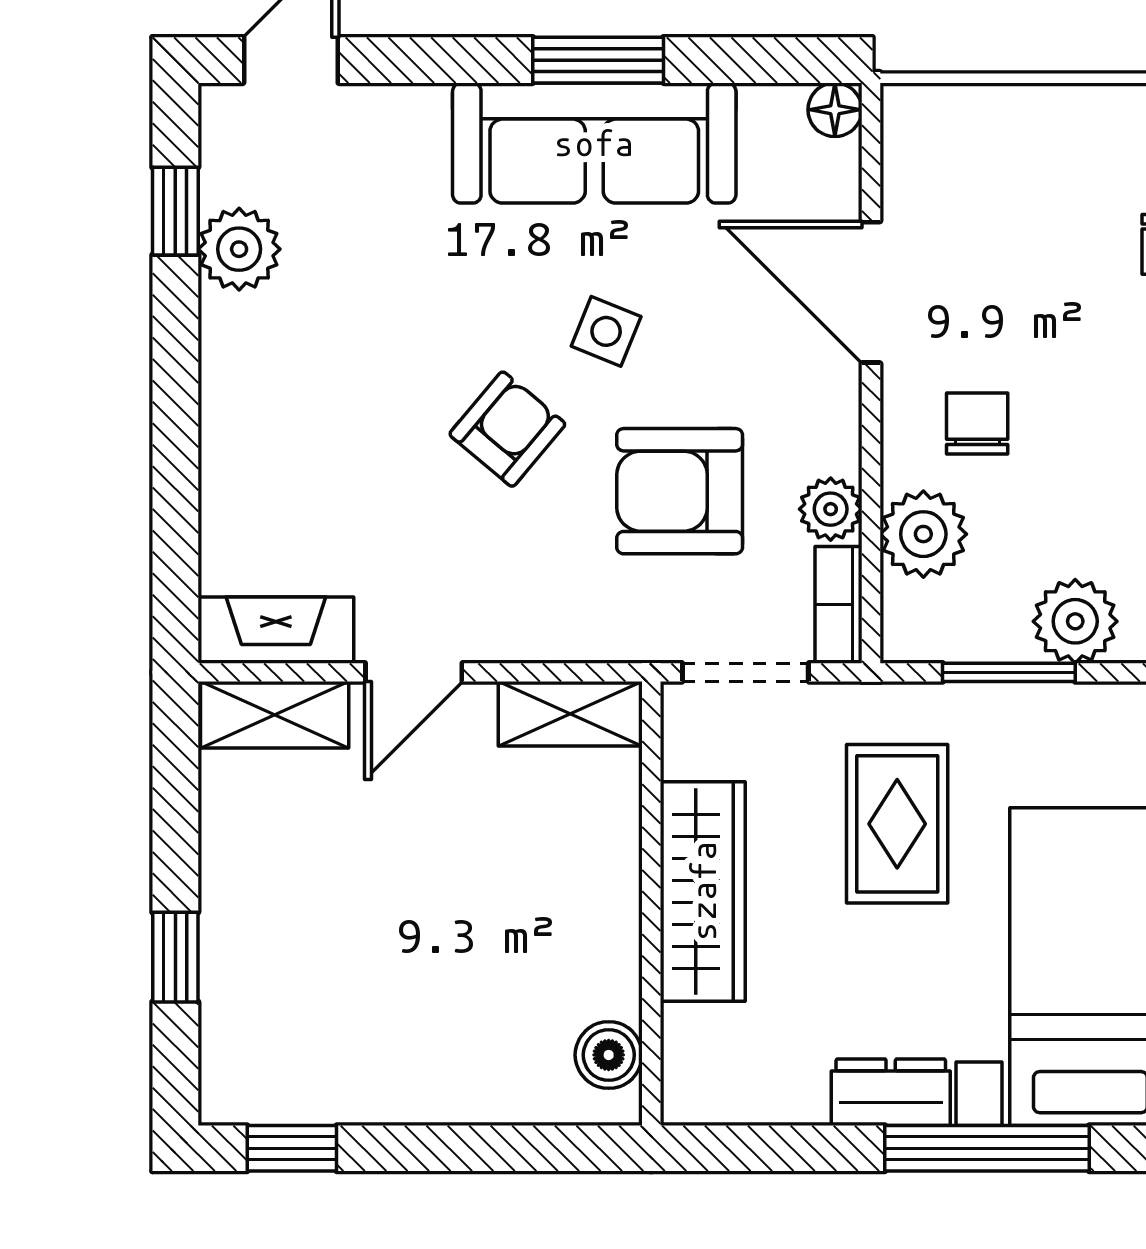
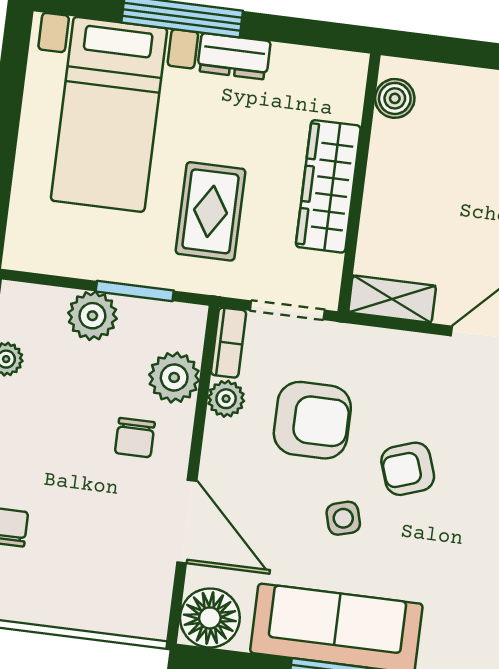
floor lamp: (835, 110) -> (210, 618), width x1.89, depth x1.89
side table: (606, 331) -> (343, 518), turned -38
armchair: (507, 429) -> (408, 469), turned 31

